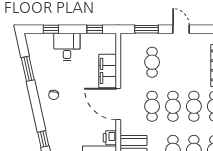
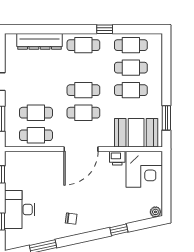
desk: (67, 47) -> (20, 210), width x1.37
filing cabinet: (108, 71) -> (45, 161), removed
cafe table: (194, 106) -> (36, 135), moved

